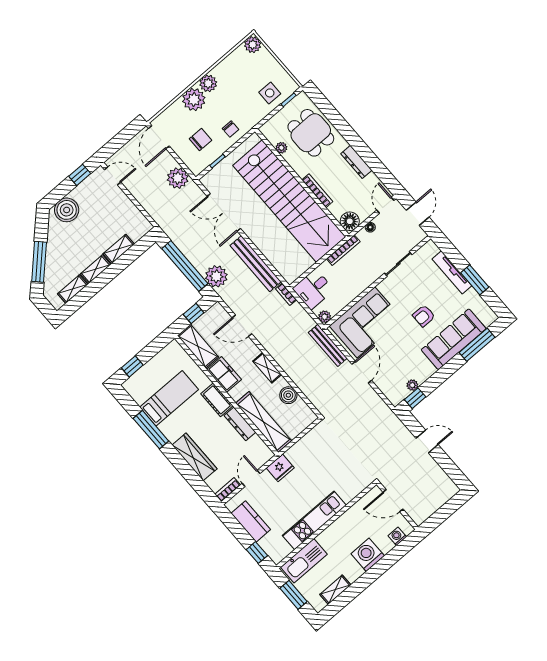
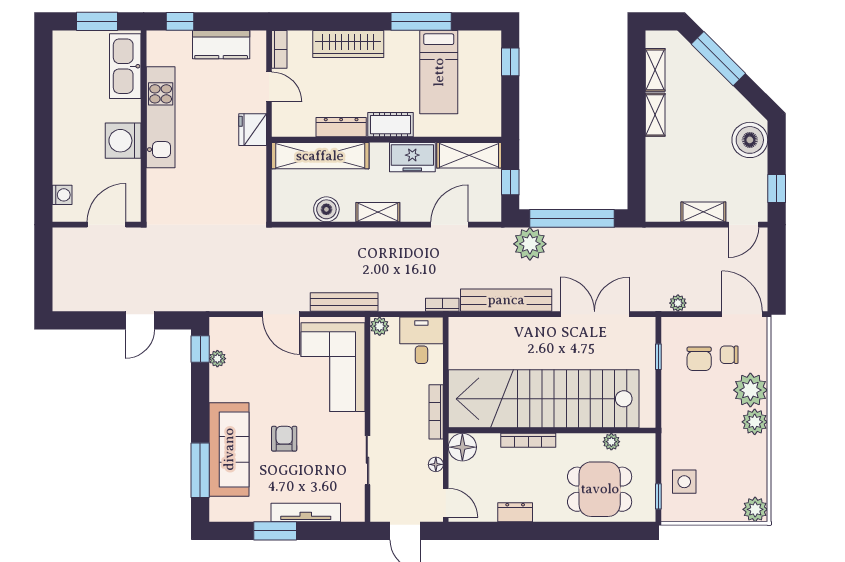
chair: (231, 129) -> (729, 355), moved
dresser: (356, 162) -> (515, 512), width x0.70
plant: (178, 178) -> (678, 303), width x0.53, depth x0.53
shelving: (119, 249) -> (703, 212), moved, turned 90
washing machine: (368, 555) -> (123, 141), moved, turned 180
shelving: (335, 590) -> (62, 74), removed

